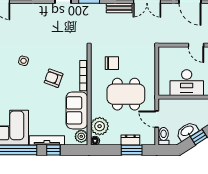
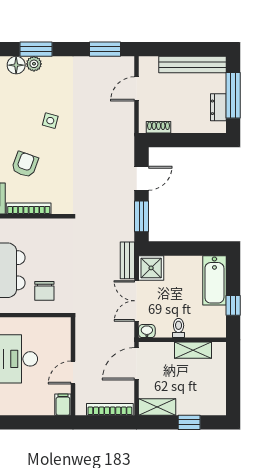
chair: (112, 63) -> (44, 291), moved

